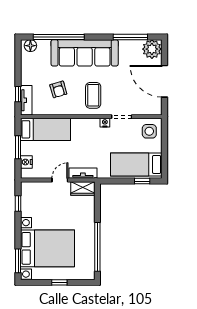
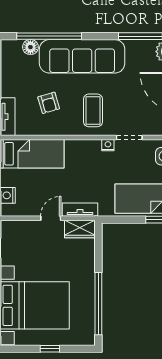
floor lamp: (30, 46) -> (30, 47), moved

